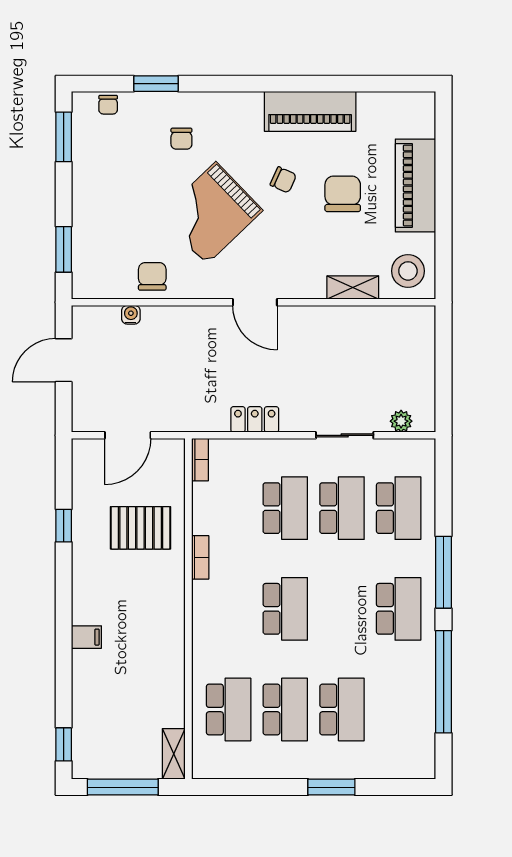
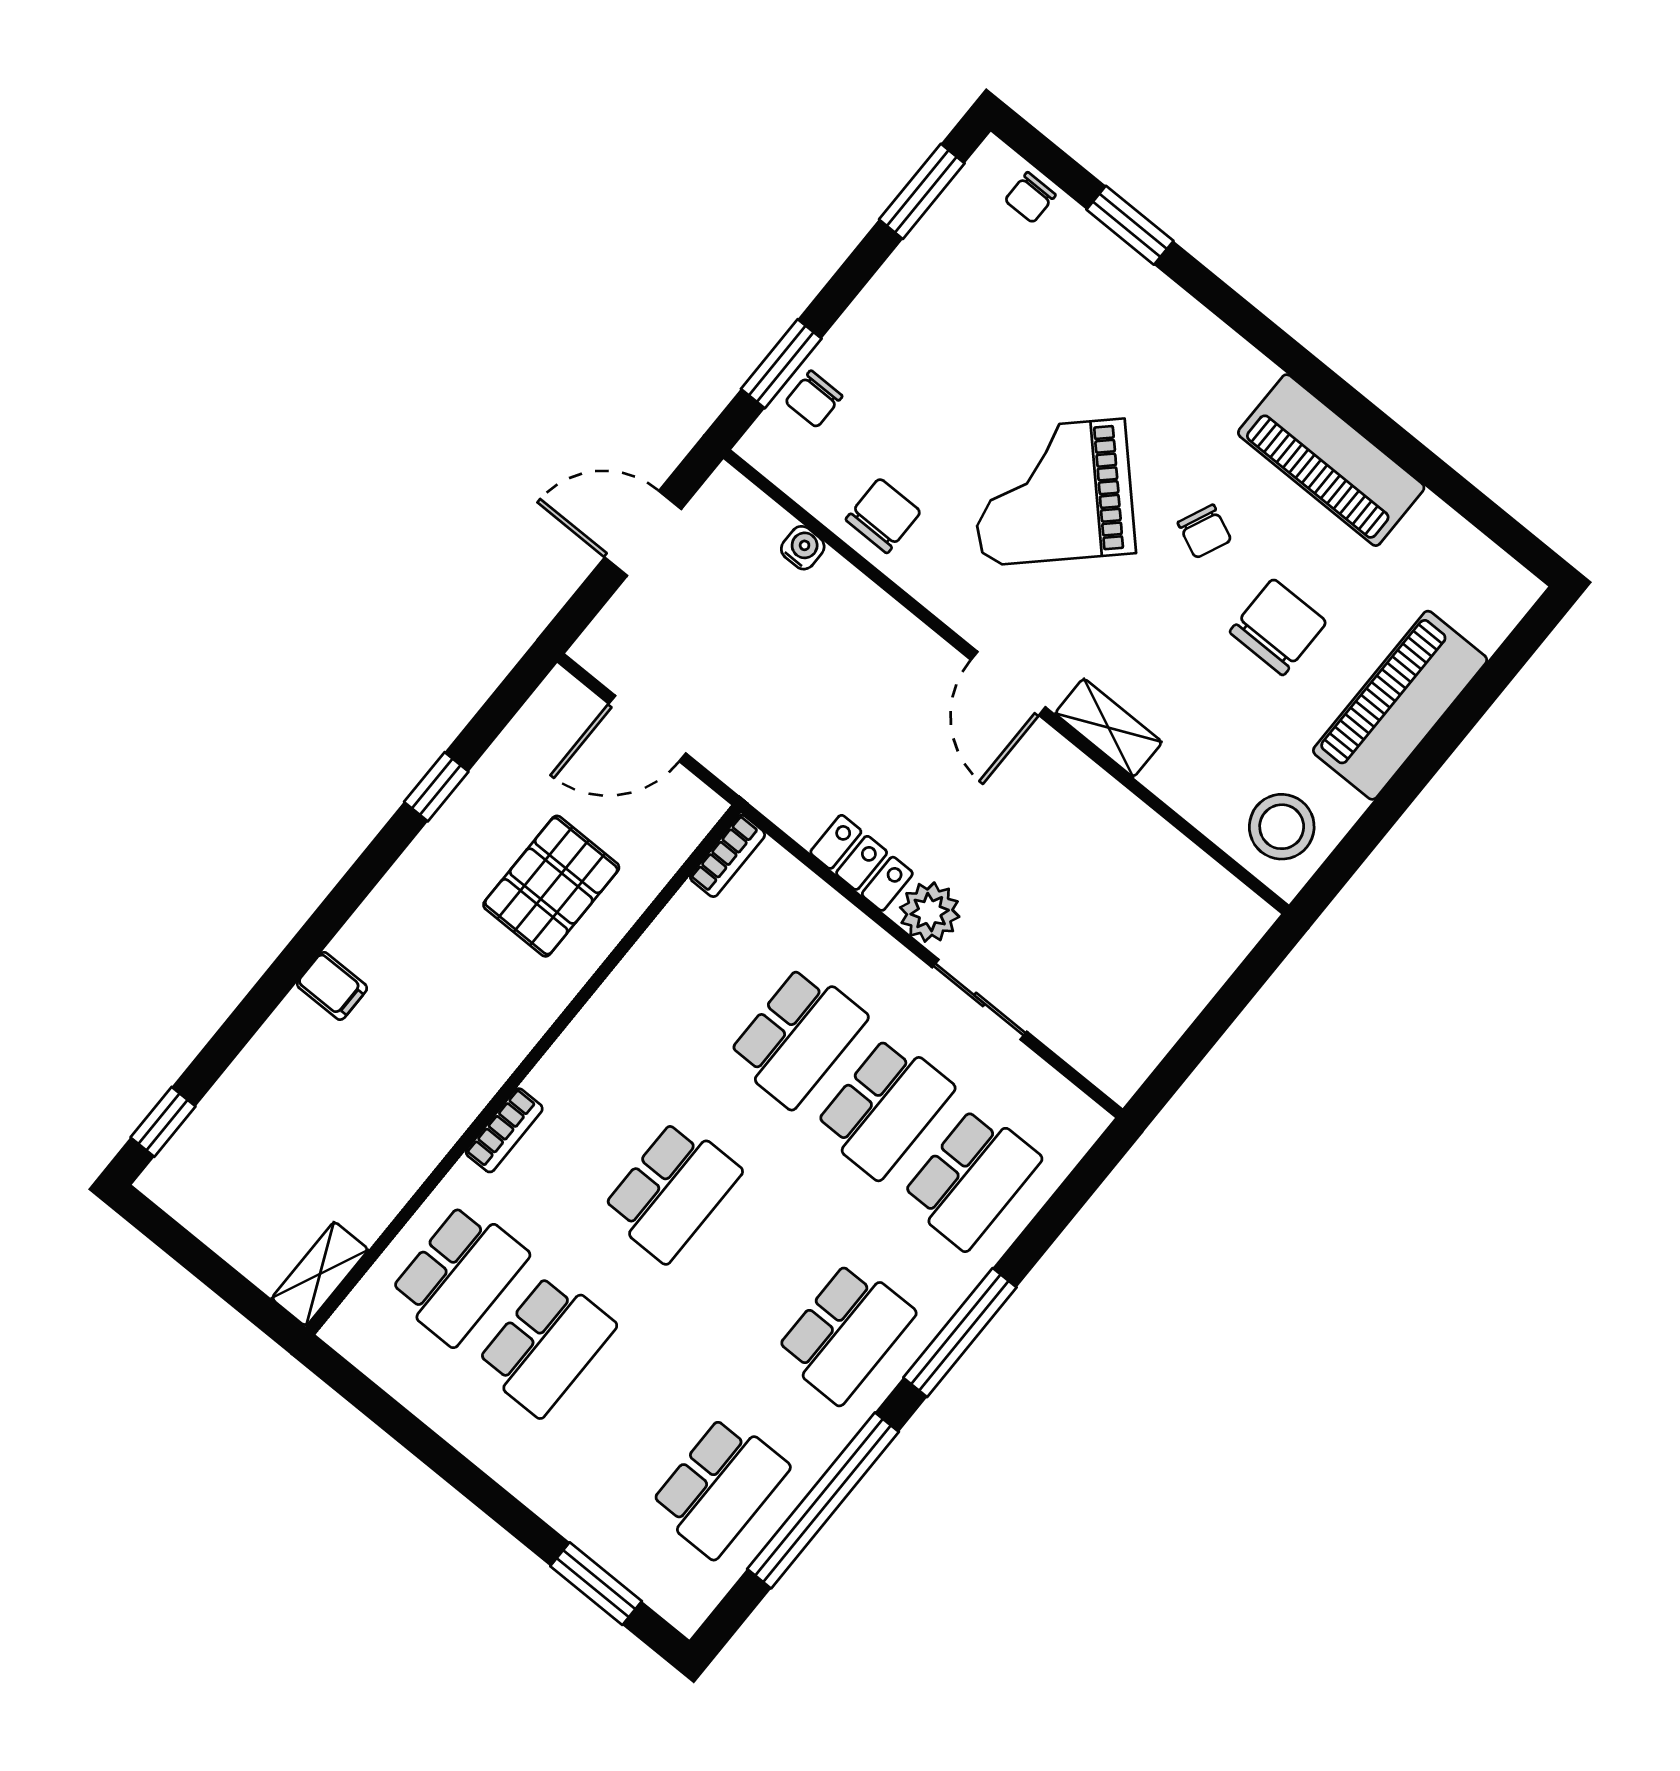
chair: (181, 139) -> (814, 399), moved
shelving: (353, 287) -> (1109, 728), moved
plant: (401, 421) -> (930, 912), moved, width x1.38, depth x1.38
pallet: (141, 528) -> (551, 886), turned 90
bookcase: (200, 557) -> (504, 1130), moved
school desk: (342, 710) -> (720, 1487), moved
window: (123, 787) -> (200, 1261), removed
window: (331, 787) -> (596, 1584), moved

